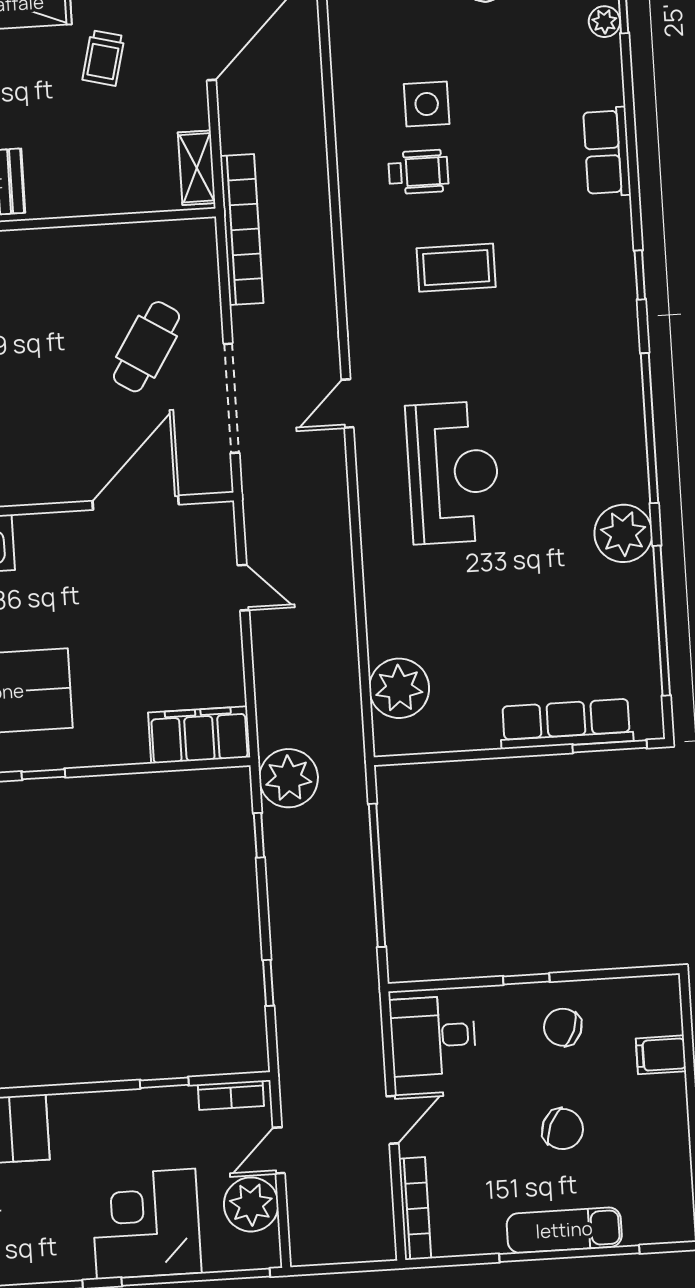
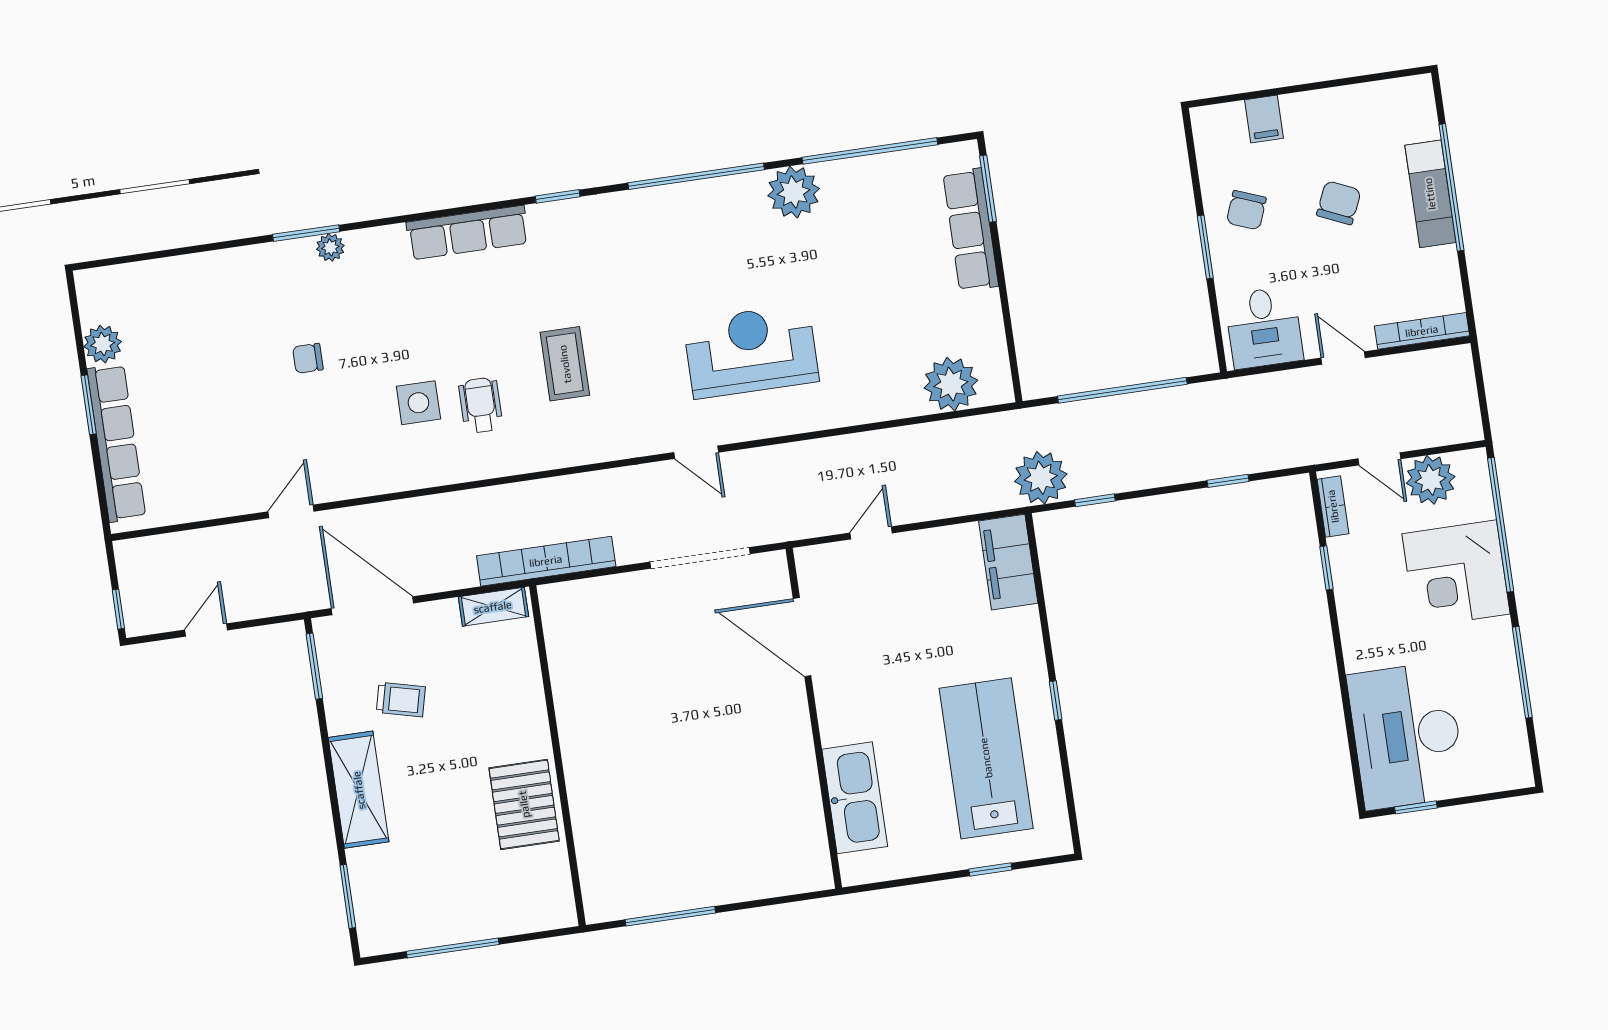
row of seats: (607, 152) -> (468, 233), width x1.48
cafe table: (146, 347) -> (660, 639), removed
window: (526, 979) -> (1205, 247), width x1.50

